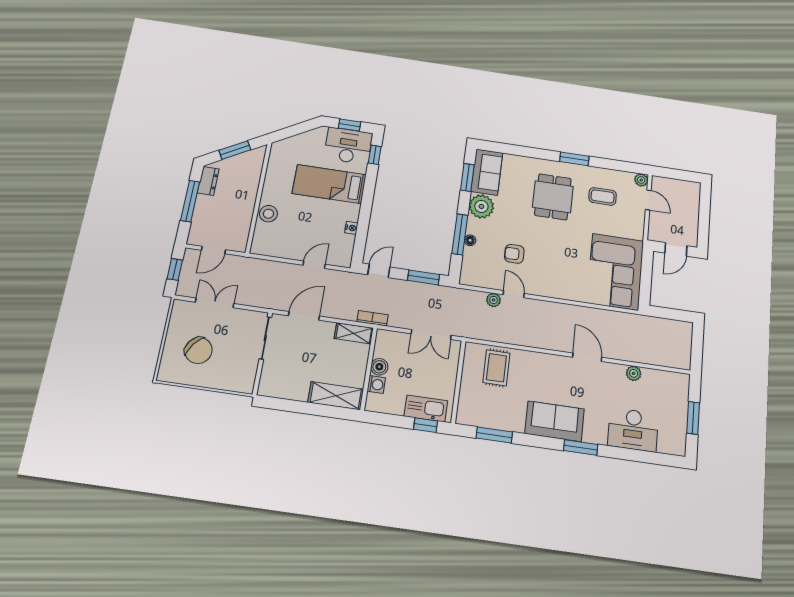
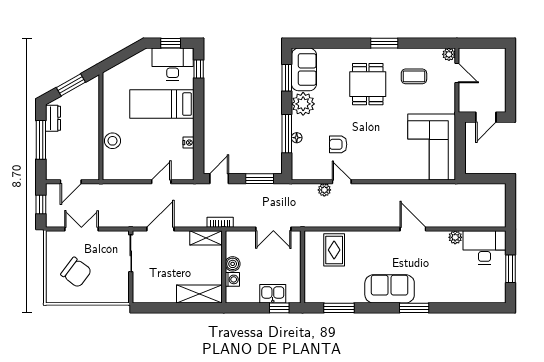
kitchen sink: (426, 408) -> (273, 294), width x0.73
desk: (633, 430) -> (484, 247), moved, turned 180

